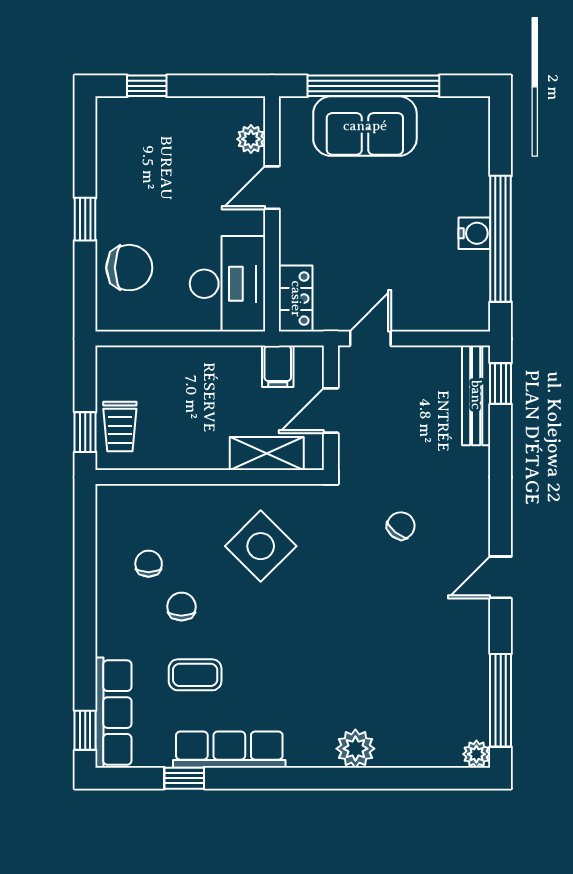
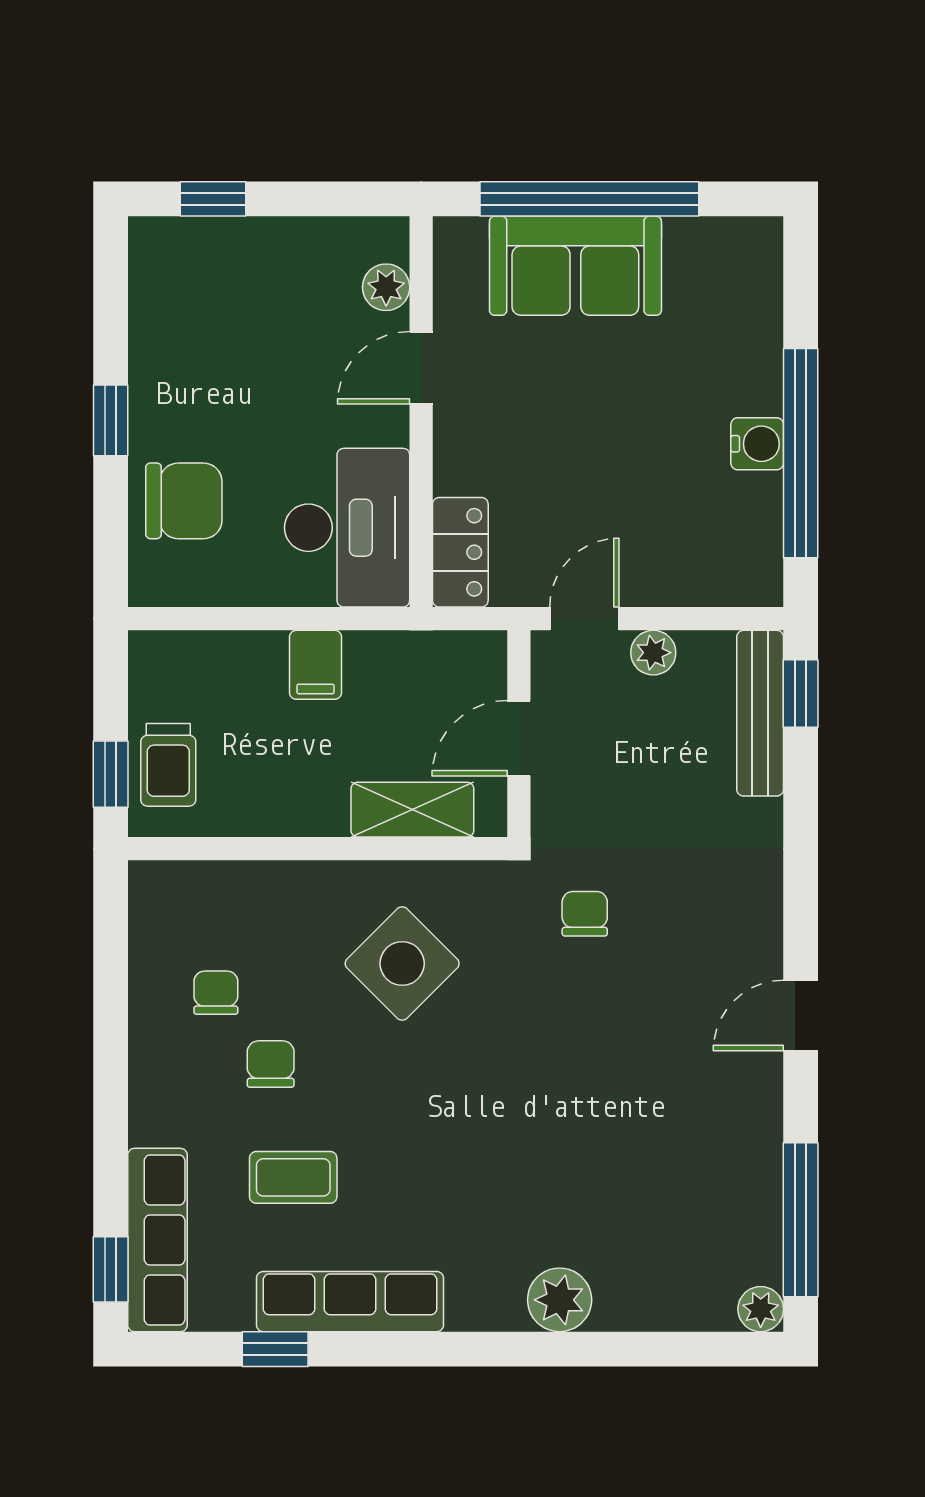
plant: (412, 359) -> (653, 653), added
filing cabinet: (278, 366) -> (315, 665), moved
chair: (401, 526) -> (585, 914), moved, turned -39

